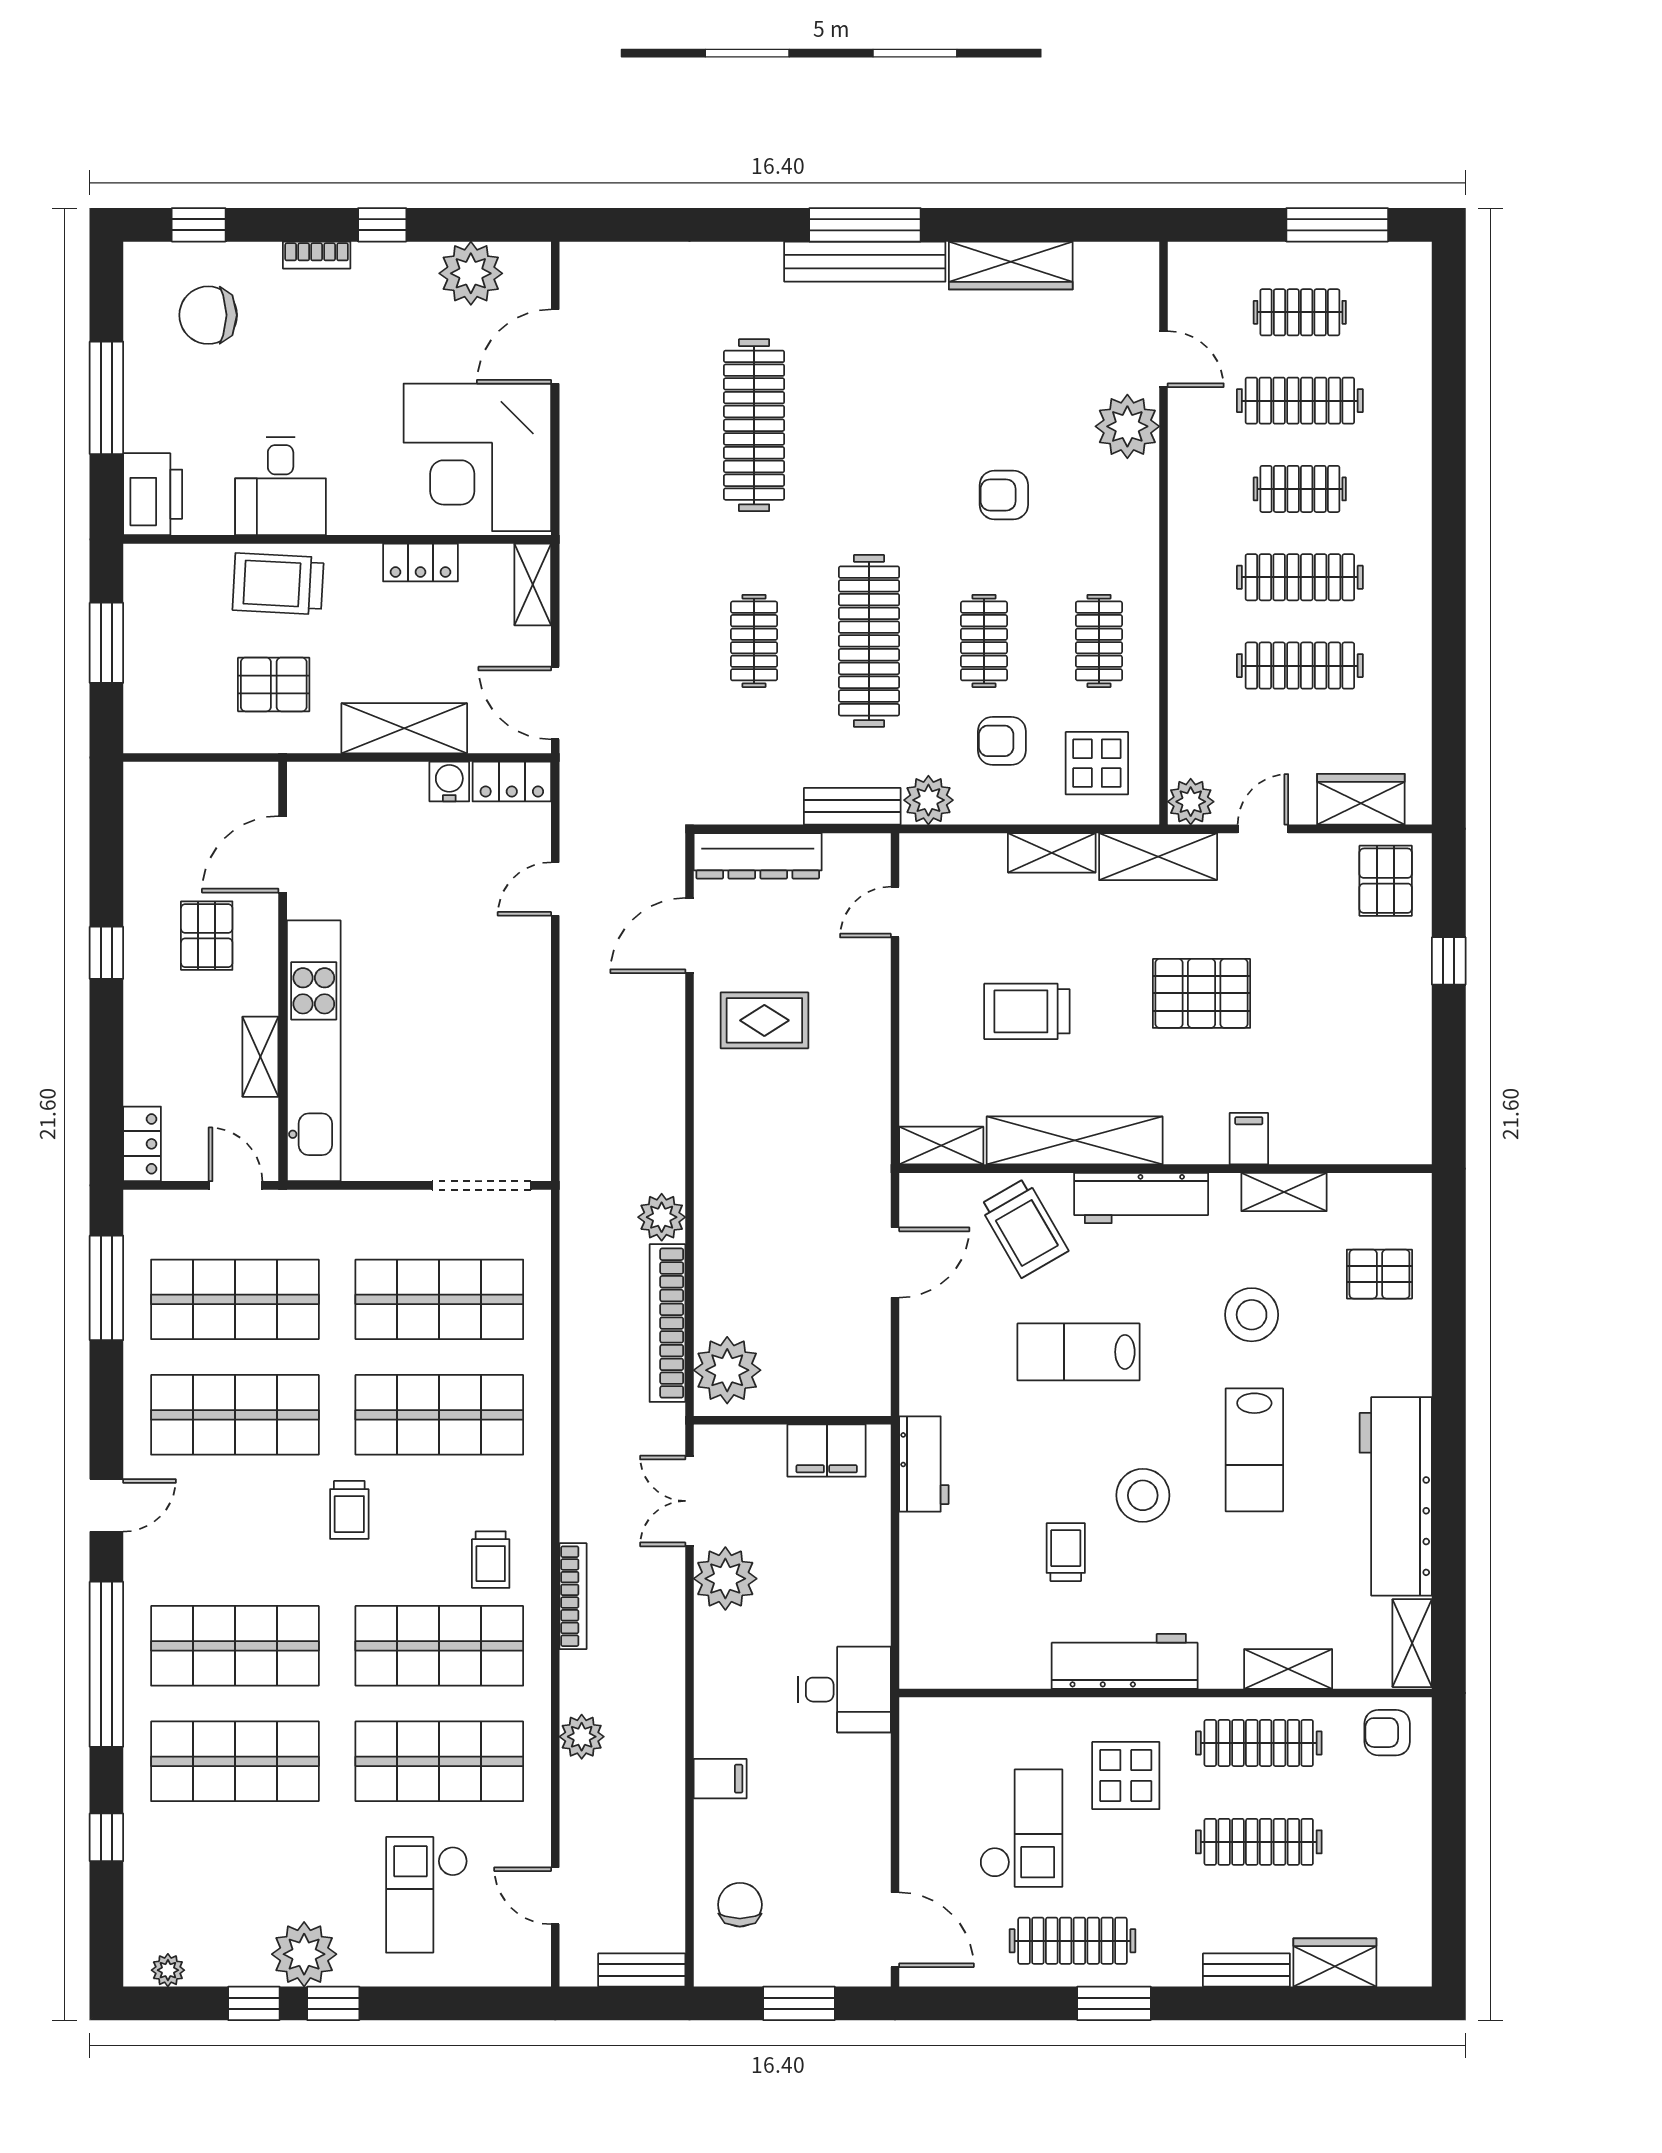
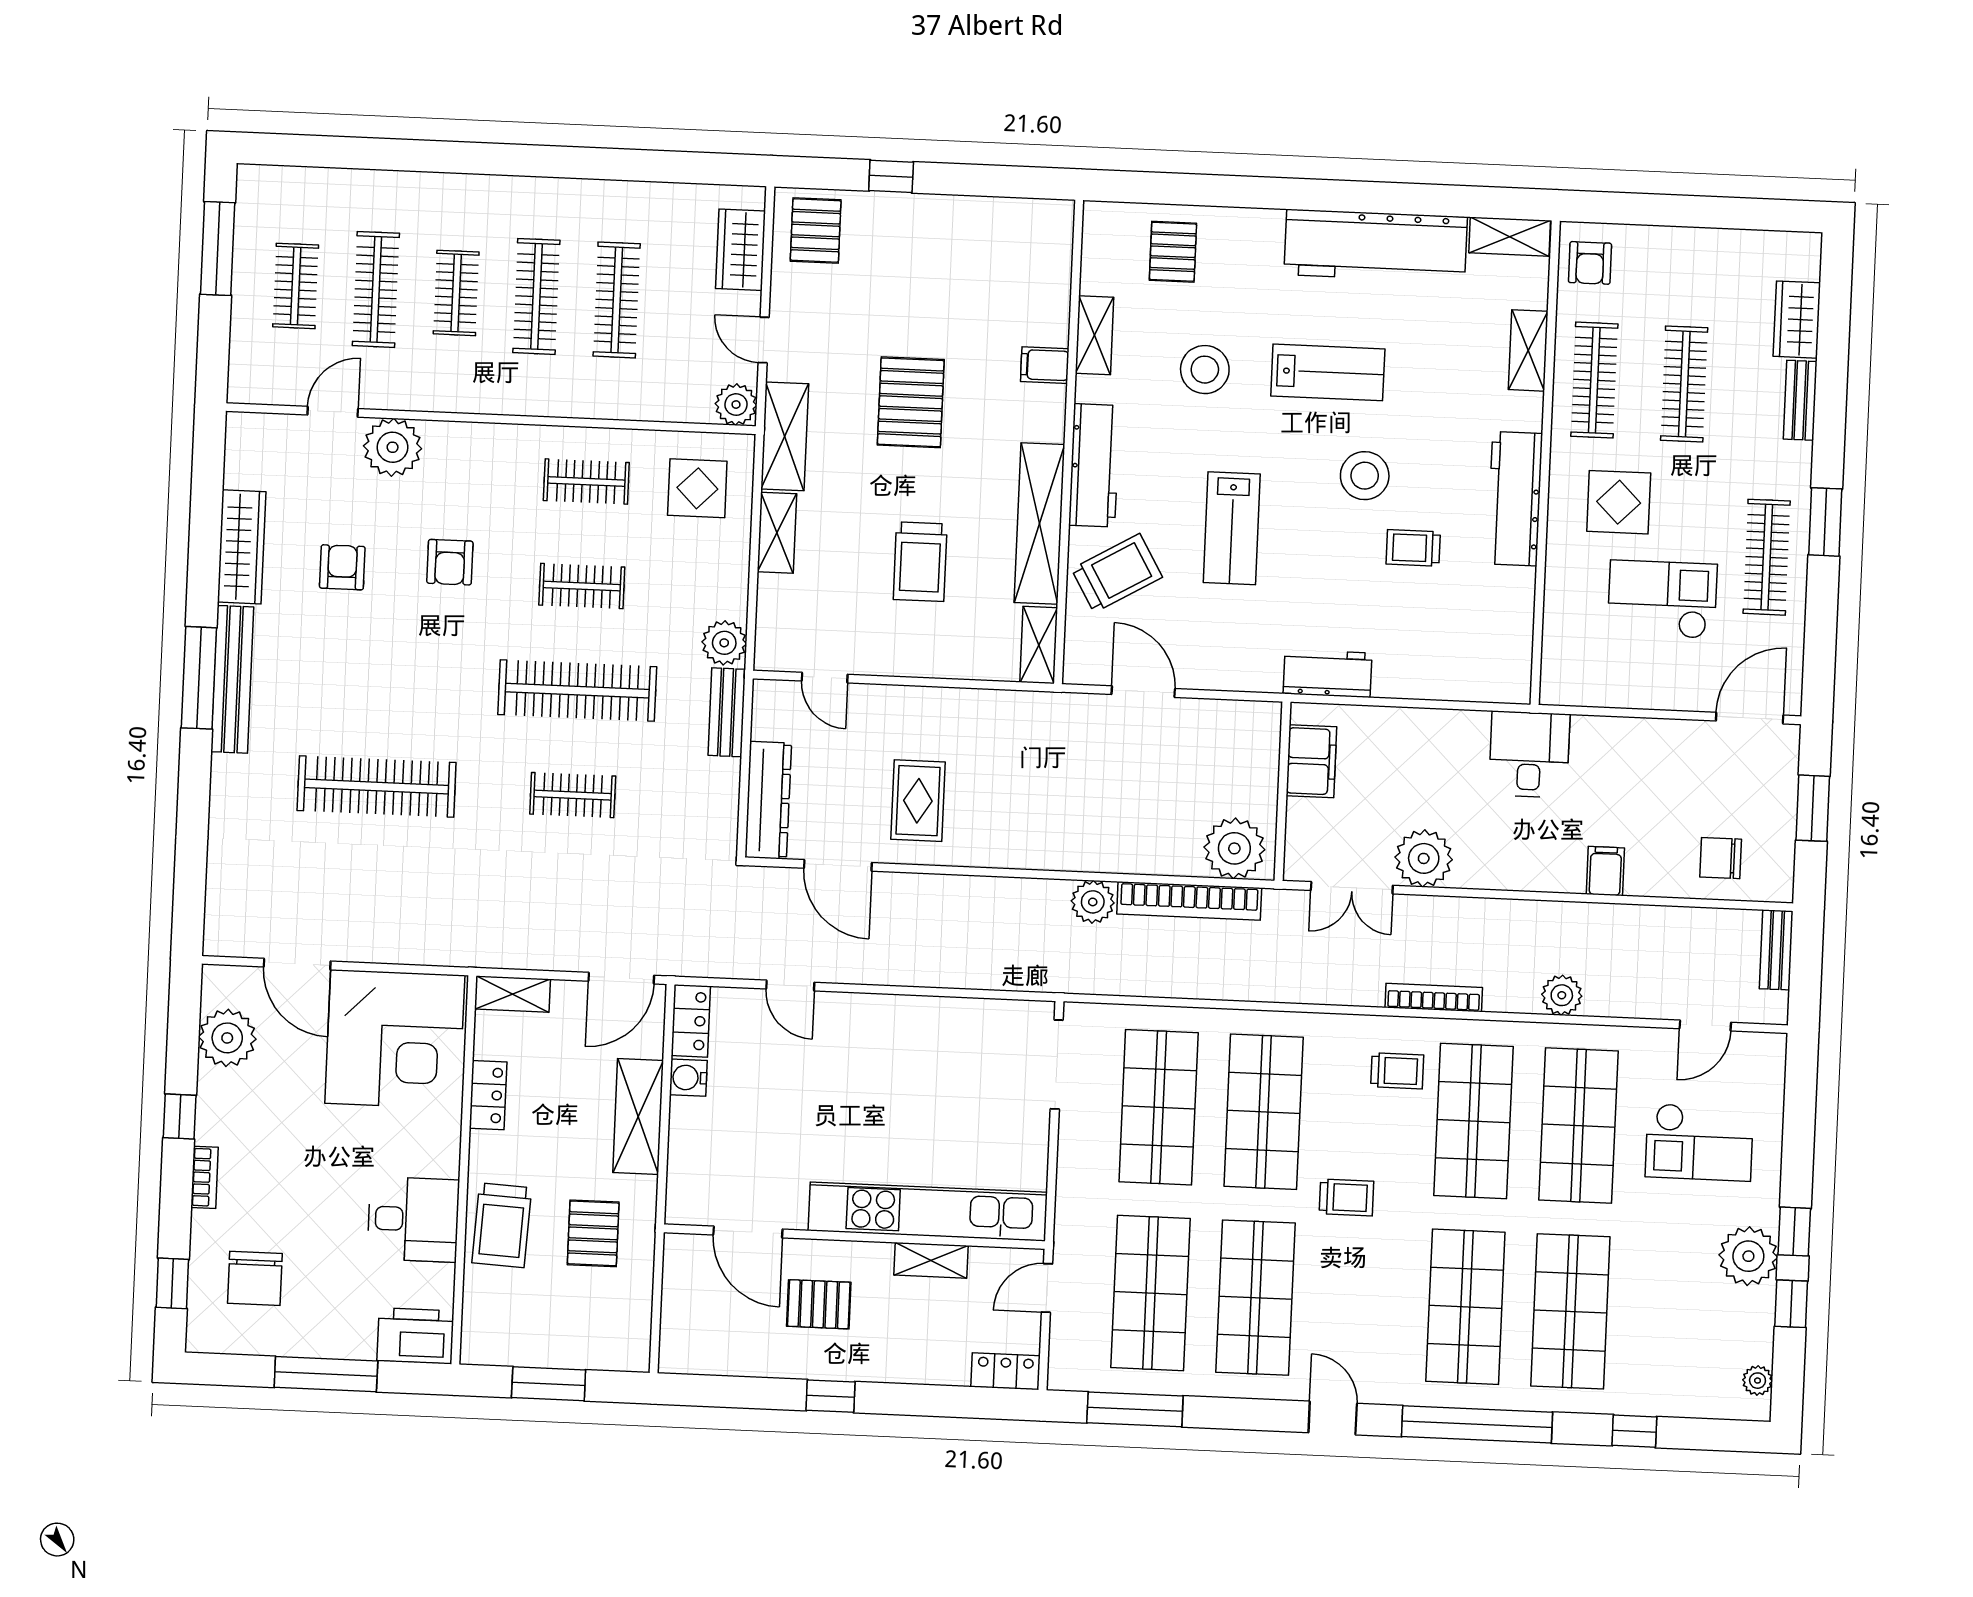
armchair: (1002, 741) -> (342, 567), moved, turned 180
pallet: (1386, 881) -> (816, 230), turned 90

